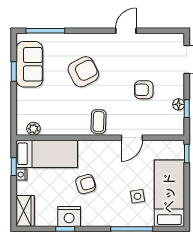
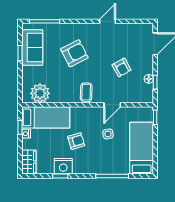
armchair: (144, 90) -> (122, 67), turned -119
plant: (33, 129) -> (40, 93), width x1.87, depth x1.87
side table: (137, 196) -> (108, 134), moved

